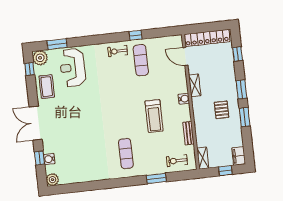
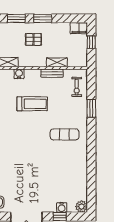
shelving: (203, 158) -> (57, 62), moved

